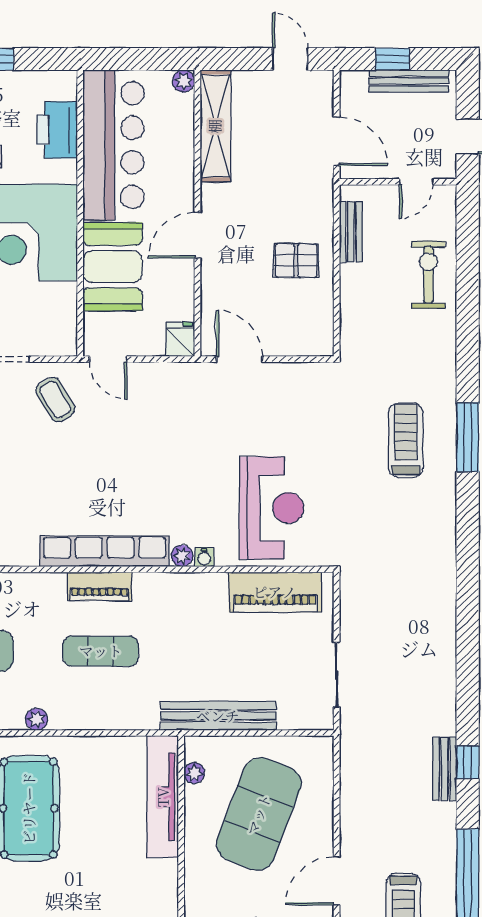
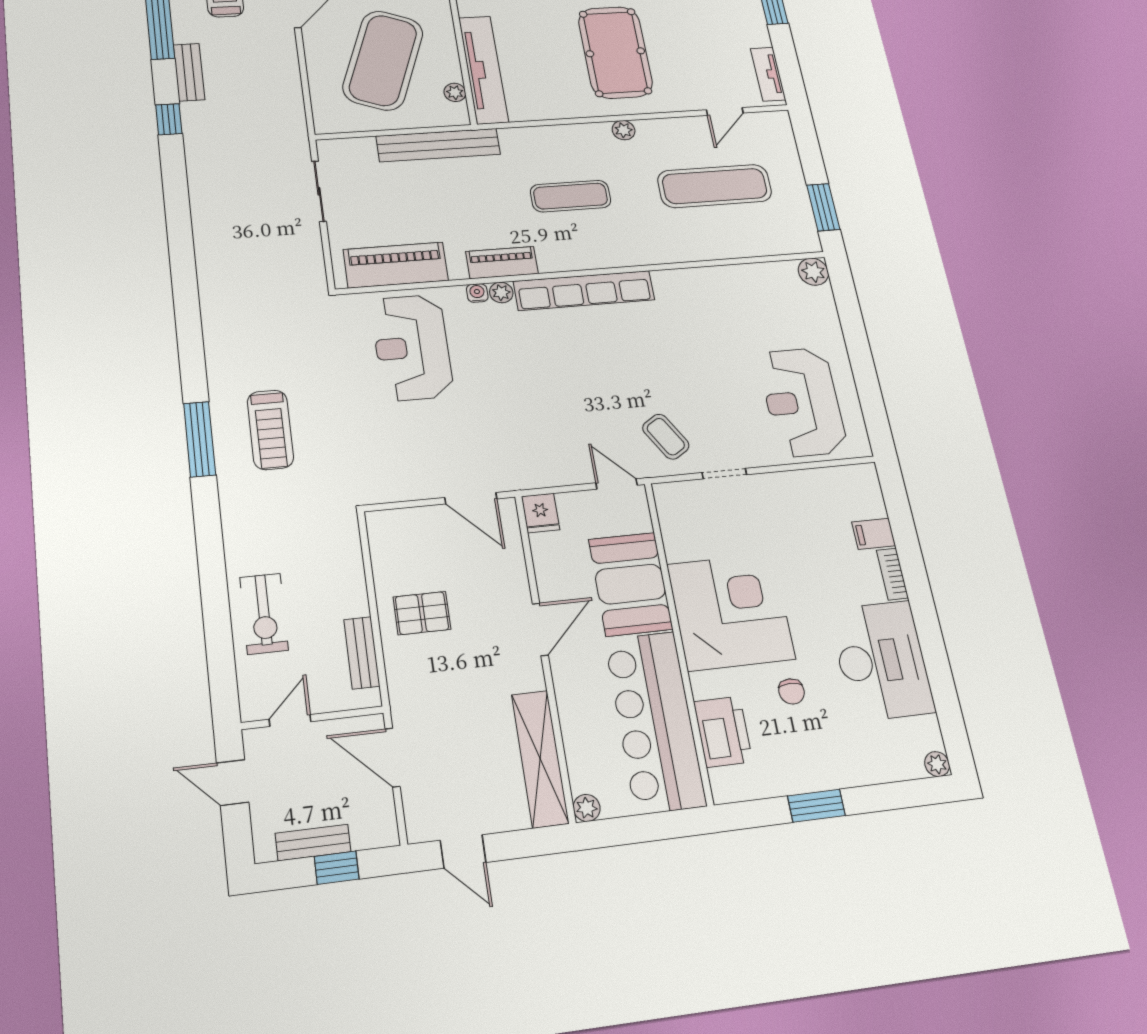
bench: (409, 81) -> (313, 842), width x0.73
piano: (100, 586) -> (502, 263), moved
bench: (445, 769) -> (189, 72), moved

